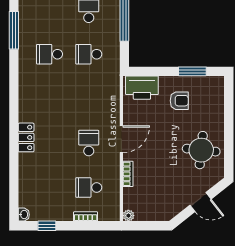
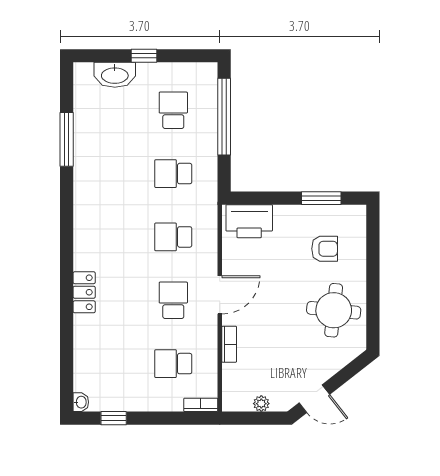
school desk: (50, 54) -> (173, 237), moved
armchair: (179, 101) -> (325, 249), moved
door: (200, 202) -> (314, 399), moved
bookcase: (86, 216) -> (201, 405), moved
plant: (128, 216) -> (261, 404), moved

